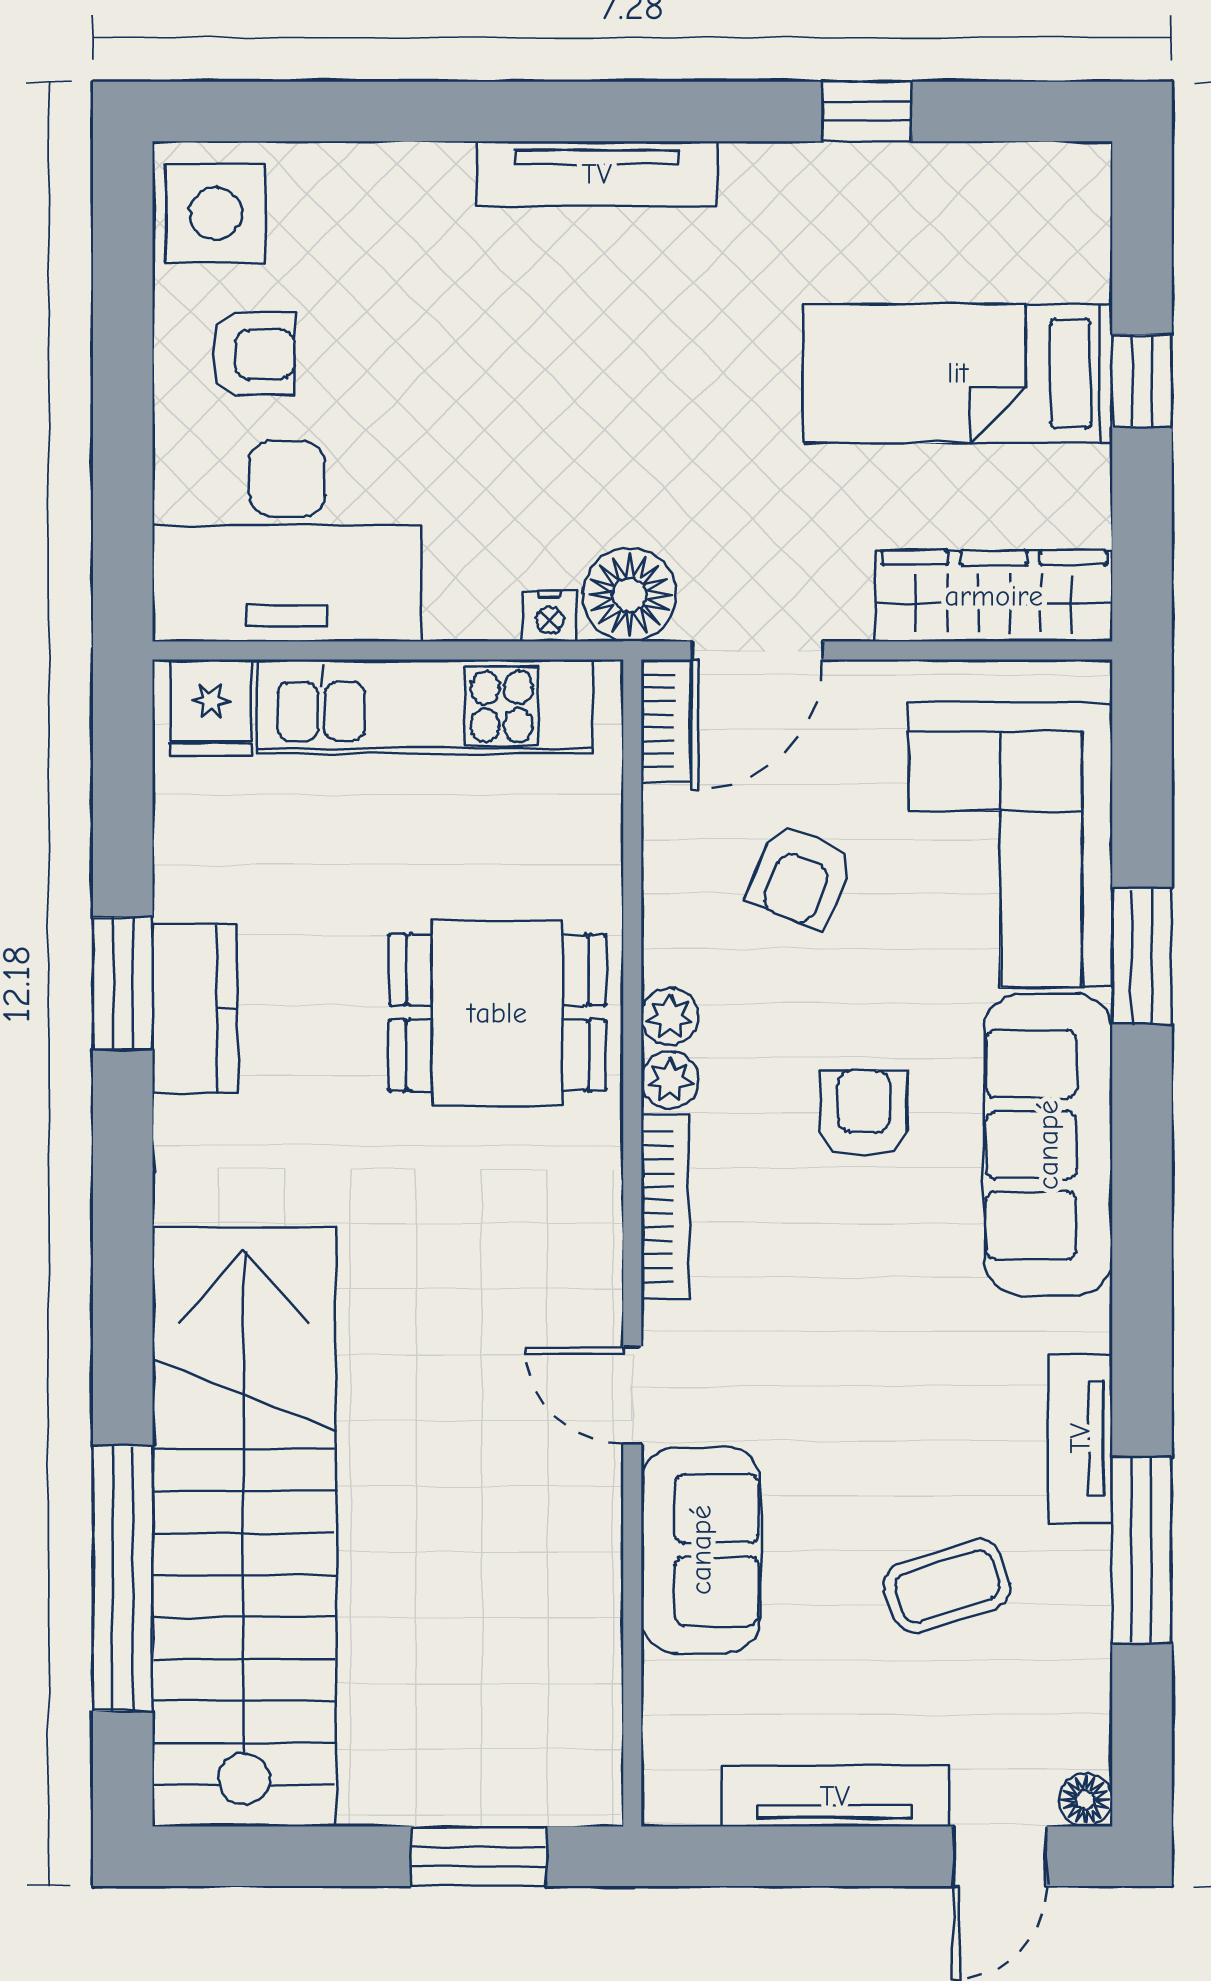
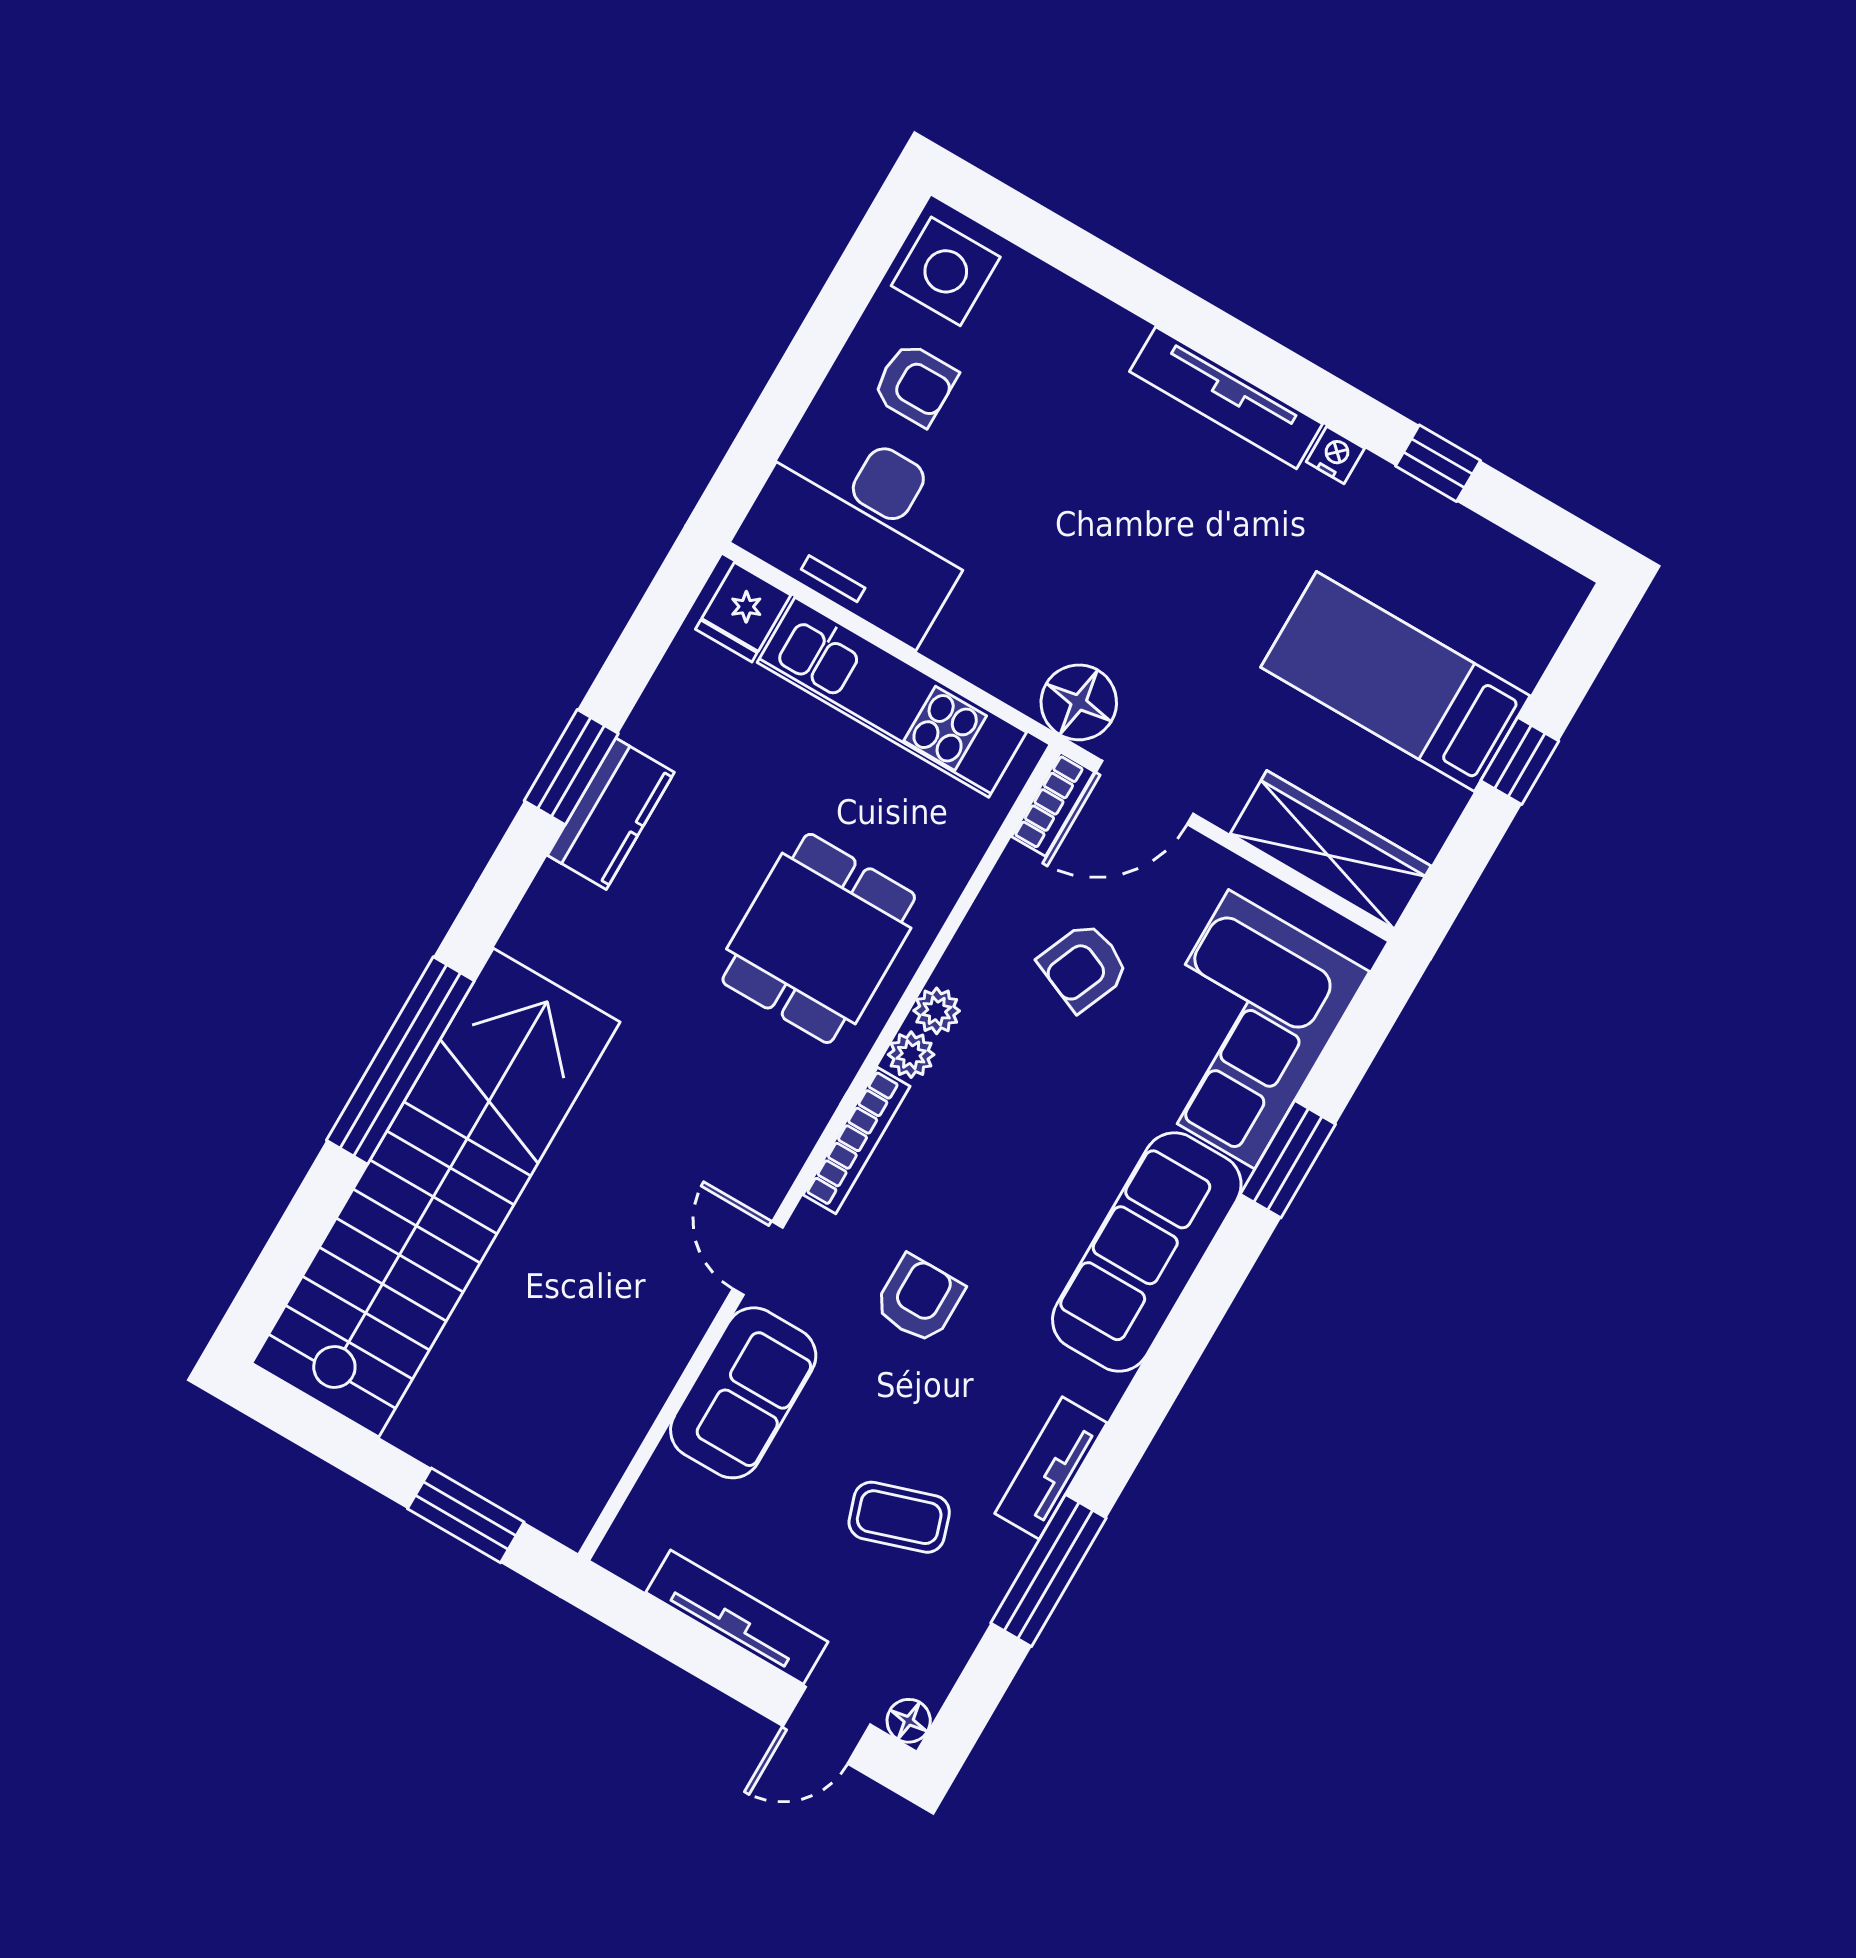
nightstand: (549, 616) -> (1335, 455), moved, turned 180
dining table: (497, 1013) -> (819, 938), turned 90
armchair: (864, 1114) -> (919, 1299), moved
window: (123, 1578) -> (400, 1061), moved

